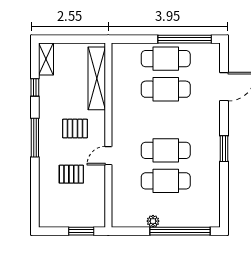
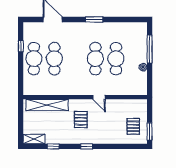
window: (185, 39) -> (21, 46), width x0.32
window: (35, 138) -> (87, 146), width x0.46
pallet: (71, 174) -> (133, 126), moved
window: (81, 231) -> (150, 131), moved
window: (180, 231) -> (150, 49), width x0.68

